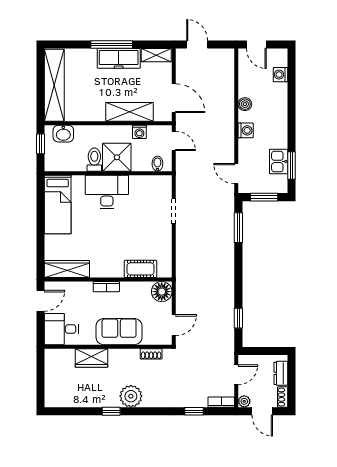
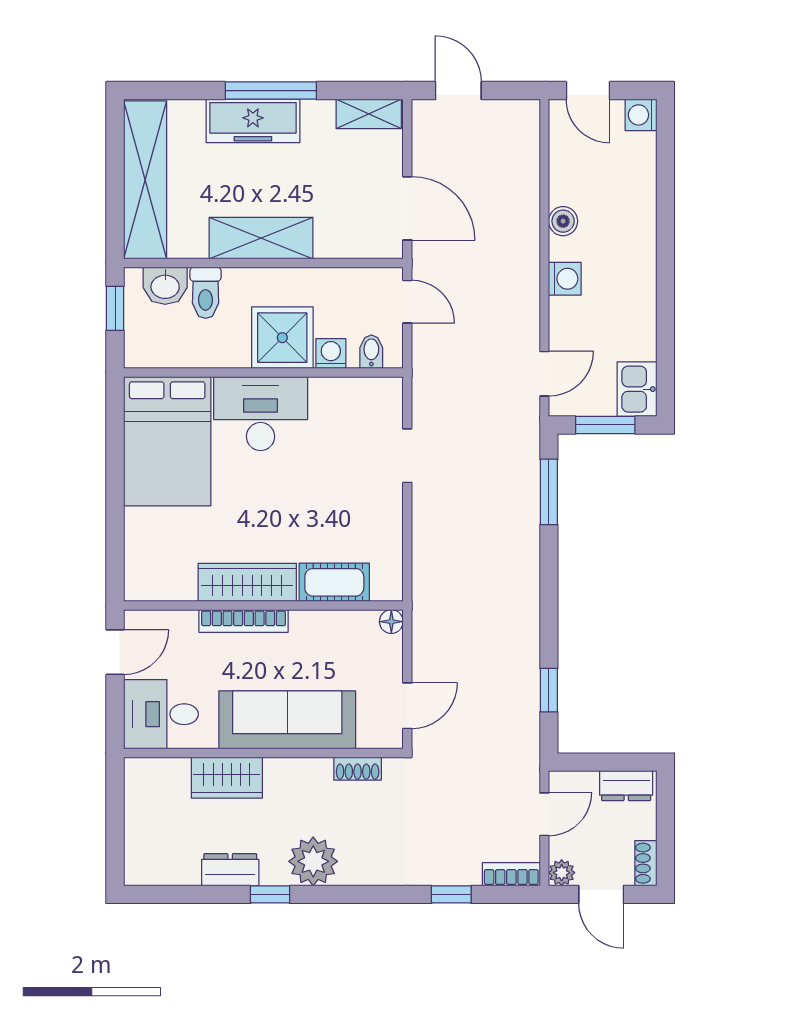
freezer: (119, 58) -> (253, 121), moved
washing machine: (280, 75) -> (641, 115), moved
shelving: (129, 112) -> (261, 238), moved
washing machine: (139, 132) -> (331, 353), moved, turned 180
toilet: (94, 160) -> (206, 293), moved, turned 180
kitchen sink: (279, 161) -> (637, 389), moved
window: (292, 165) -> (665, 355), removed
door: (236, 174) -> (544, 374), swing flipped
bed: (58, 205) -> (167, 441), width x1.50
wardrobe: (67, 269) -> (247, 582), moved
bookcase: (106, 287) -> (244, 621), width x1.56
floor lamp: (162, 292) -> (391, 622), width x0.53, depth x0.53
sofa: (119, 332) -> (287, 720), width x1.36
dresser: (281, 373) -> (626, 786), moved, turned -90
dresser: (93, 400) -> (230, 870), added

